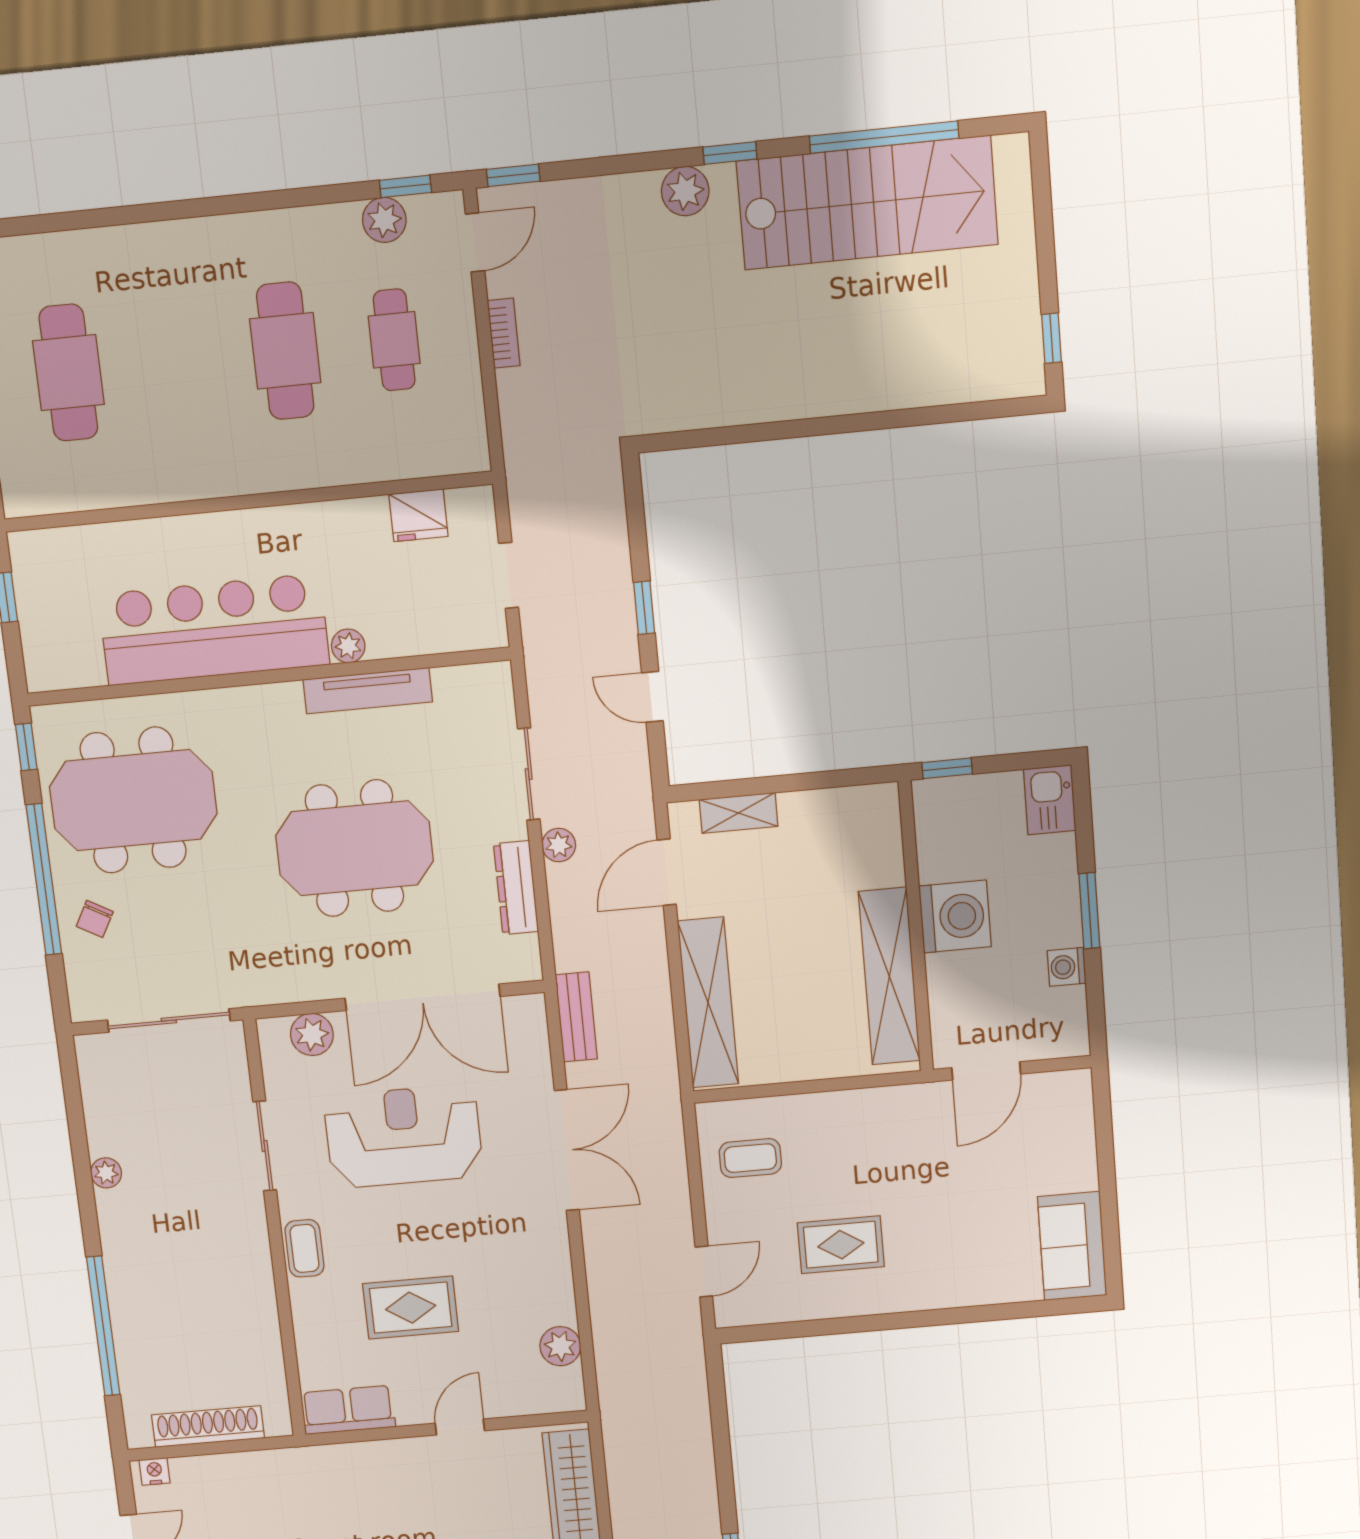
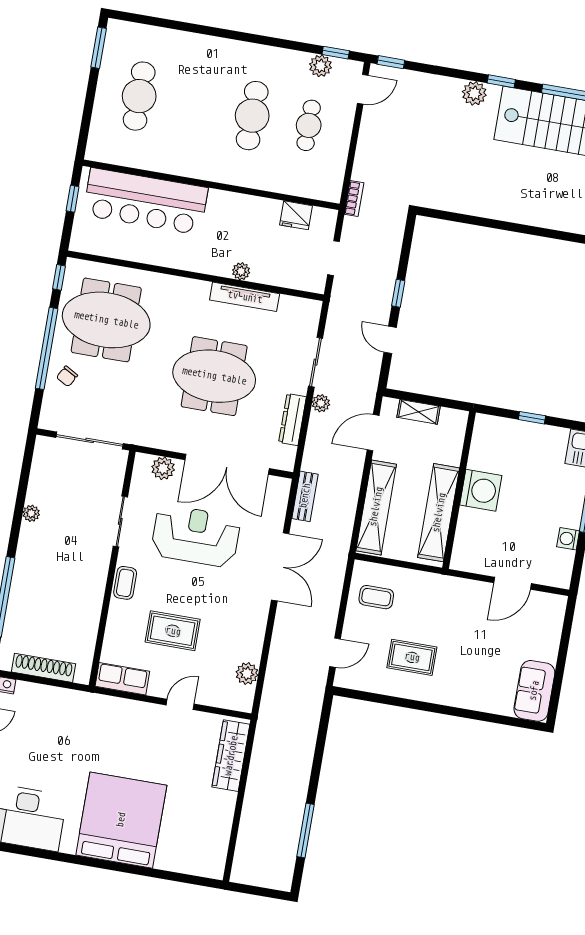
bookcase: (504, 333) -> (354, 198), moved
bar counter: (214, 630) -> (145, 201), moved, turned 180
washing machine: (955, 917) -> (481, 490), moved
wall: (916, 927) -> (459, 490), moved
shelving: (889, 976) -> (439, 513), moved

